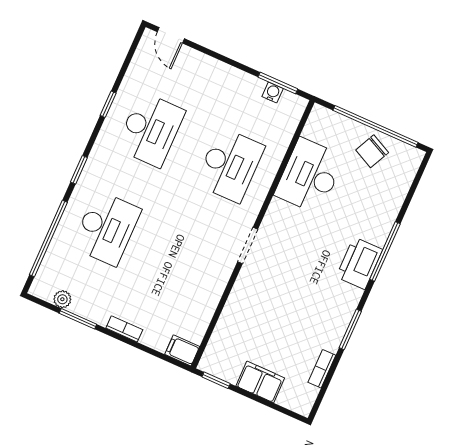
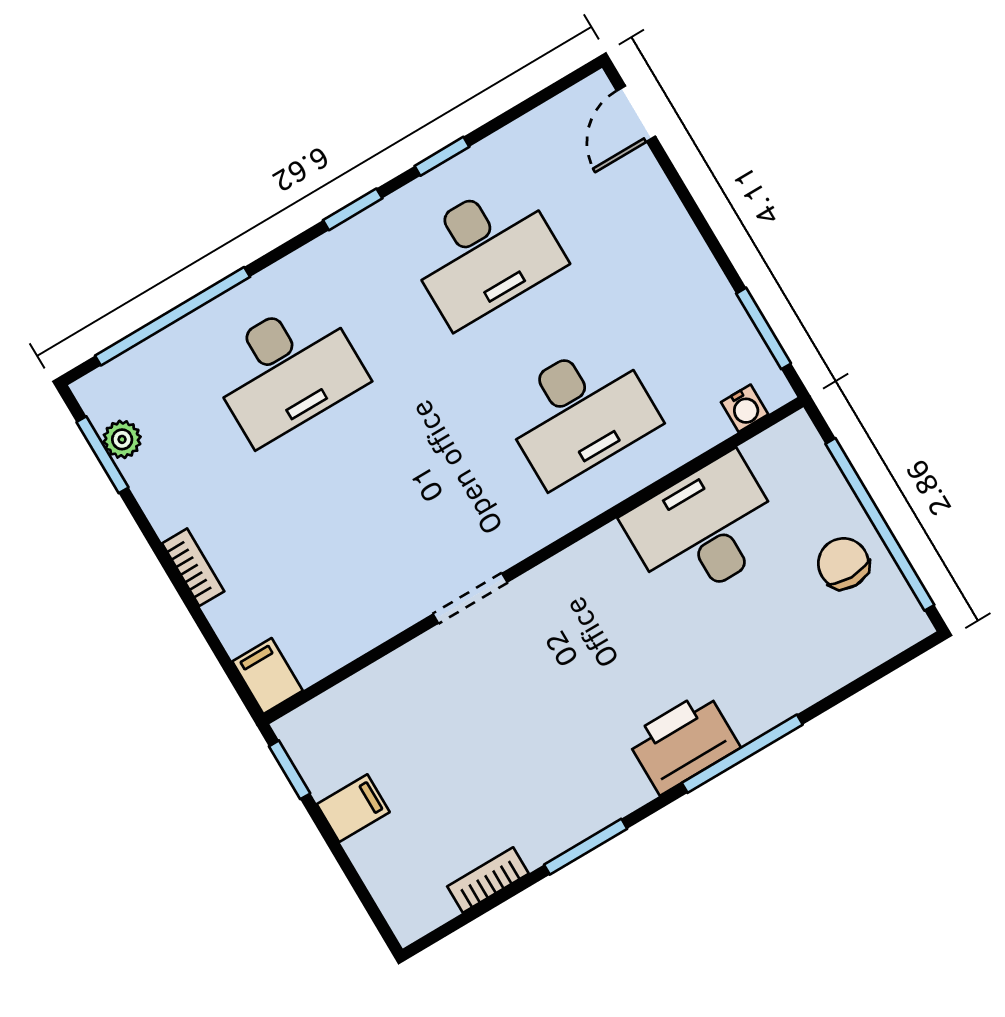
water cooler: (273, 93) -> (745, 408), moved, turned 90
chair: (372, 151) -> (843, 563), turned 64
window: (79, 170) -> (353, 209), moved
doorway: (248, 245) -> (470, 598), moved
window: (78, 319) -> (103, 455), moved
filing cabinet: (260, 382) -> (353, 808), width x0.50

